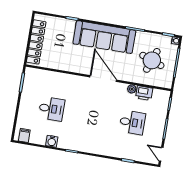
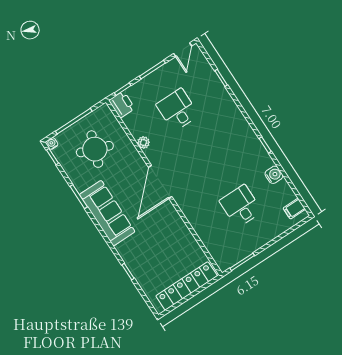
sofa: (104, 37) -> (107, 213), width x0.74, depth x0.79
printer: (144, 93) -> (122, 104), moved

